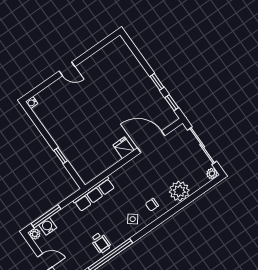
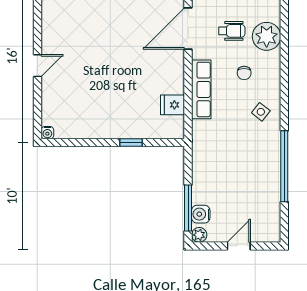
fridge: (124, 148) -> (173, 105), moved
row of seats: (94, 194) -> (201, 89), moved
chair: (152, 205) -> (244, 73), moved
wheelchair: (101, 243) -> (232, 31), moved

